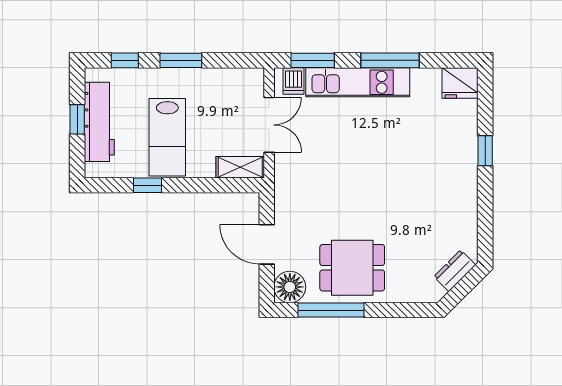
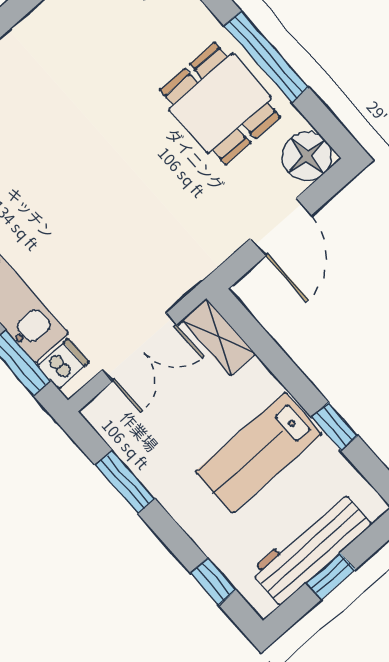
window: (181, 60) -> (125, 482), moved
double door: (269, 125) -> (139, 347), swing flipped
lab bench: (167, 137) -> (259, 453), turned 180
window: (331, 310) -> (266, 57), moved

